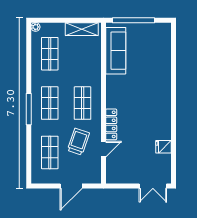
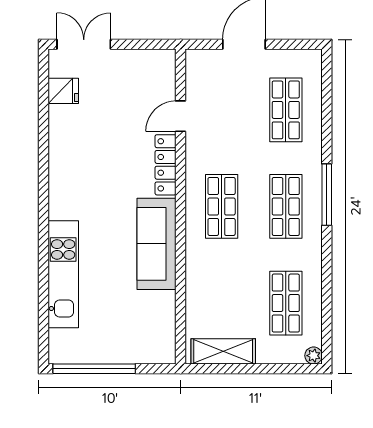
window: (134, 20) -> (94, 369), moved
sofa: (116, 51) -> (157, 244), moved
kitchen unit: (164, 69) -> (63, 274), added
trolley: (78, 142) -> (230, 131), removed
fridge: (164, 147) -> (63, 91), moved

